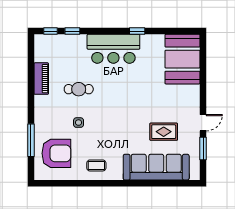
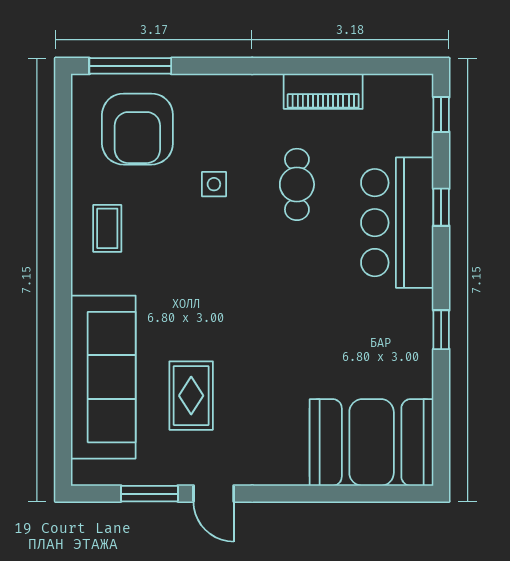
window: (72, 31) -> (441, 207), moved
bar counter: (113, 49) -> (397, 223), moved
window: (31, 140) -> (130, 66), moved

